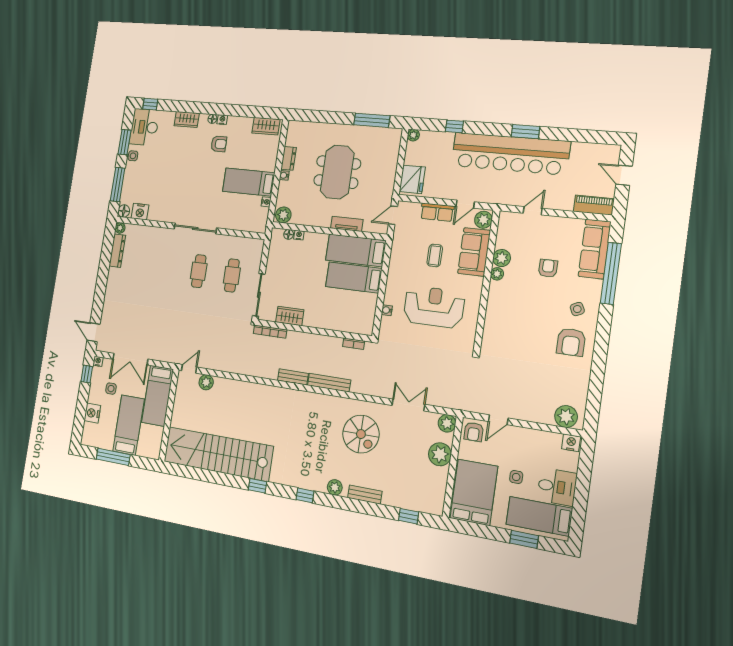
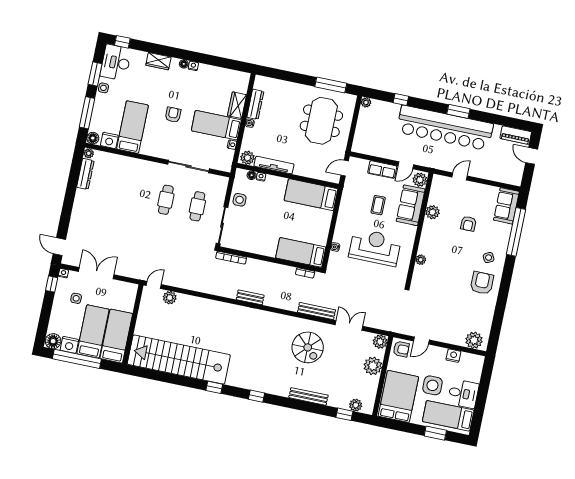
wardrobe: (266, 126) -> (237, 105), moved, turned 90
armchair: (219, 144) -> (173, 115), moved, turned -90
dresser: (289, 158) -> (255, 104), width x1.44
meeting table: (337, 172) -> (321, 121), moved
fridge: (412, 179) -> (363, 140), removed
bed: (163, 194) -> (132, 127), added
piano: (594, 205) -> (516, 135), moved, turned 180
tv unit: (347, 224) -> (274, 165), moved, width x1.41
sliding door: (195, 228) -> (189, 166), moved
sofa: (595, 249) -> (506, 206), width x0.73
side table: (277, 264) -> (240, 200), added
armchair: (548, 268) -> (468, 224), turned 180
plant: (497, 274) -> (421, 260), moved
bed: (354, 277) -> (301, 252), moved
wardrobe: (290, 316) -> (250, 246), removed
armchair: (571, 342) -> (482, 283), turned 180
double door: (130, 359) -> (96, 273), swing flipped
bench: (329, 383) -> (317, 311), moved
bed: (157, 396) -> (116, 336), moved, turned 180
nightstand: (92, 413) -> (69, 345), moved, turned -90
armchair: (474, 432) -> (401, 349), turned -90
floor lamp: (89, 438) -> (53, 341), added
nightstand: (571, 443) -> (453, 356), moved
window: (113, 457) -> (77, 359), width x1.46
side table: (516, 477) -> (432, 385), width x1.87, depth x1.87
plant: (335, 487) -> (356, 405), moved
bench: (365, 495) -> (308, 396), width x1.36

